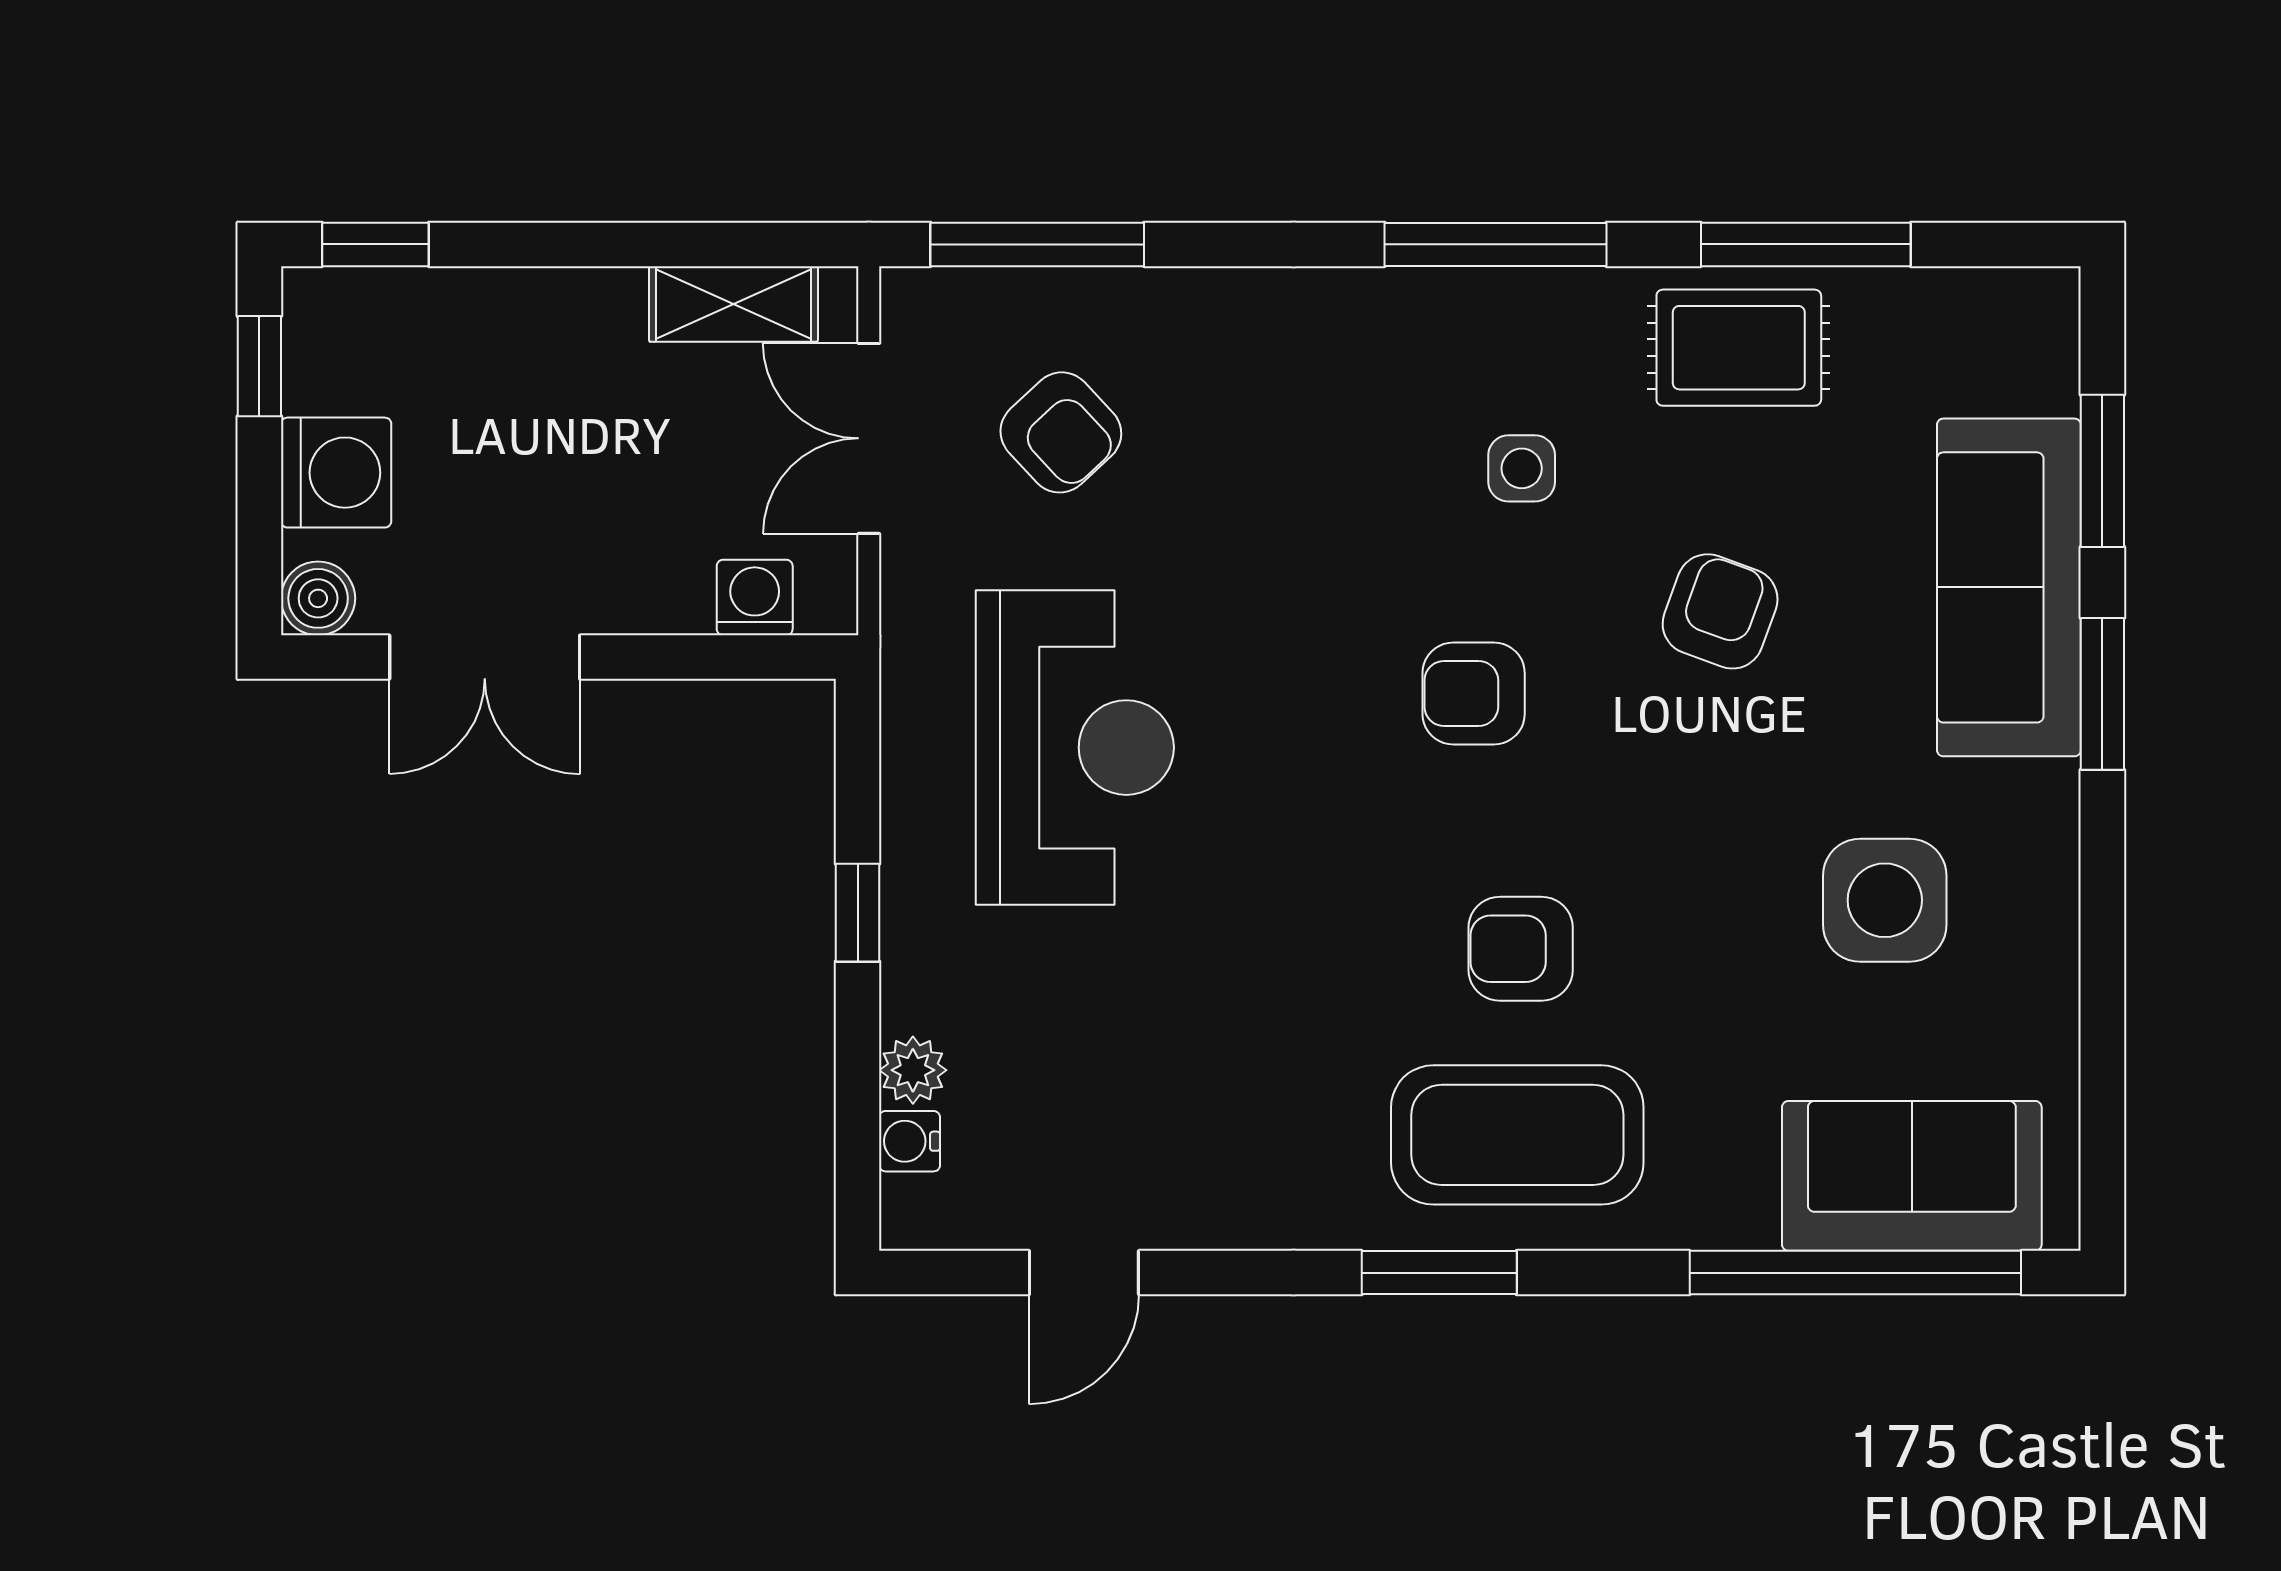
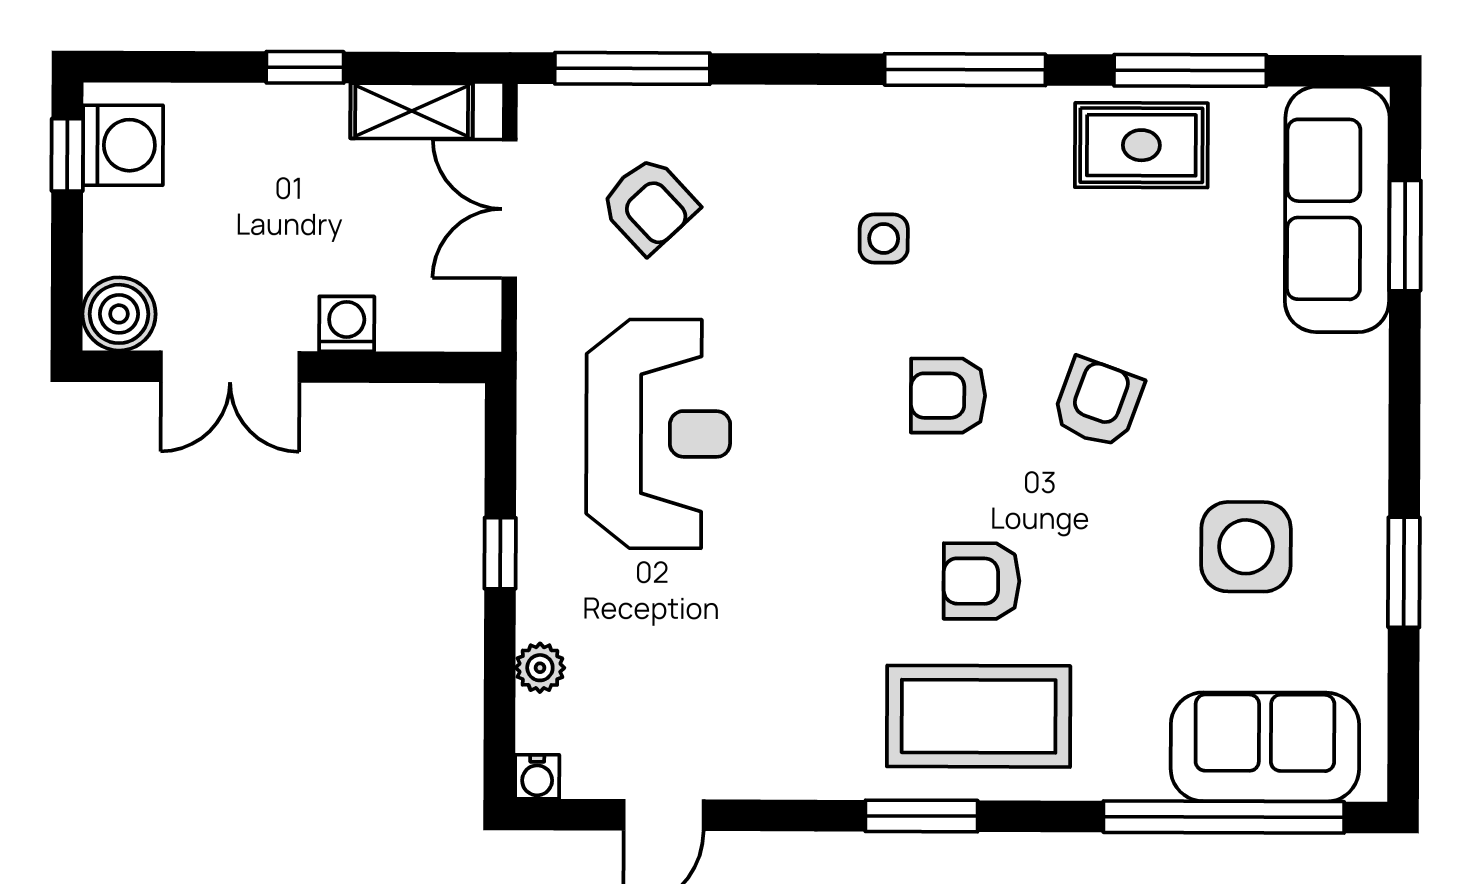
window: (375, 244) -> (305, 67), moved
side table: (1522, 468) -> (884, 238), moved
washing machine: (336, 473) -> (123, 145), moved
sofa: (2009, 587) -> (1337, 209), moved
boiler: (318, 598) -> (119, 314), width x1.36, depth x1.36
washing machine: (755, 598) -> (347, 324), moved
armchair: (1720, 611) -> (1098, 403), moved
window: (2102, 694) -> (1404, 572), moved
water cooler: (910, 1141) -> (537, 777), moved, turned -90

